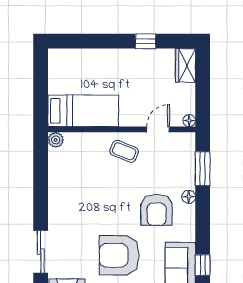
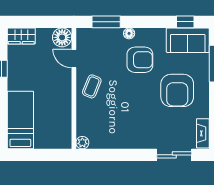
bed: (83, 111) -> (20, 120), moved
floor lamp: (189, 121) -> (62, 37), width x1.89, depth x1.89

